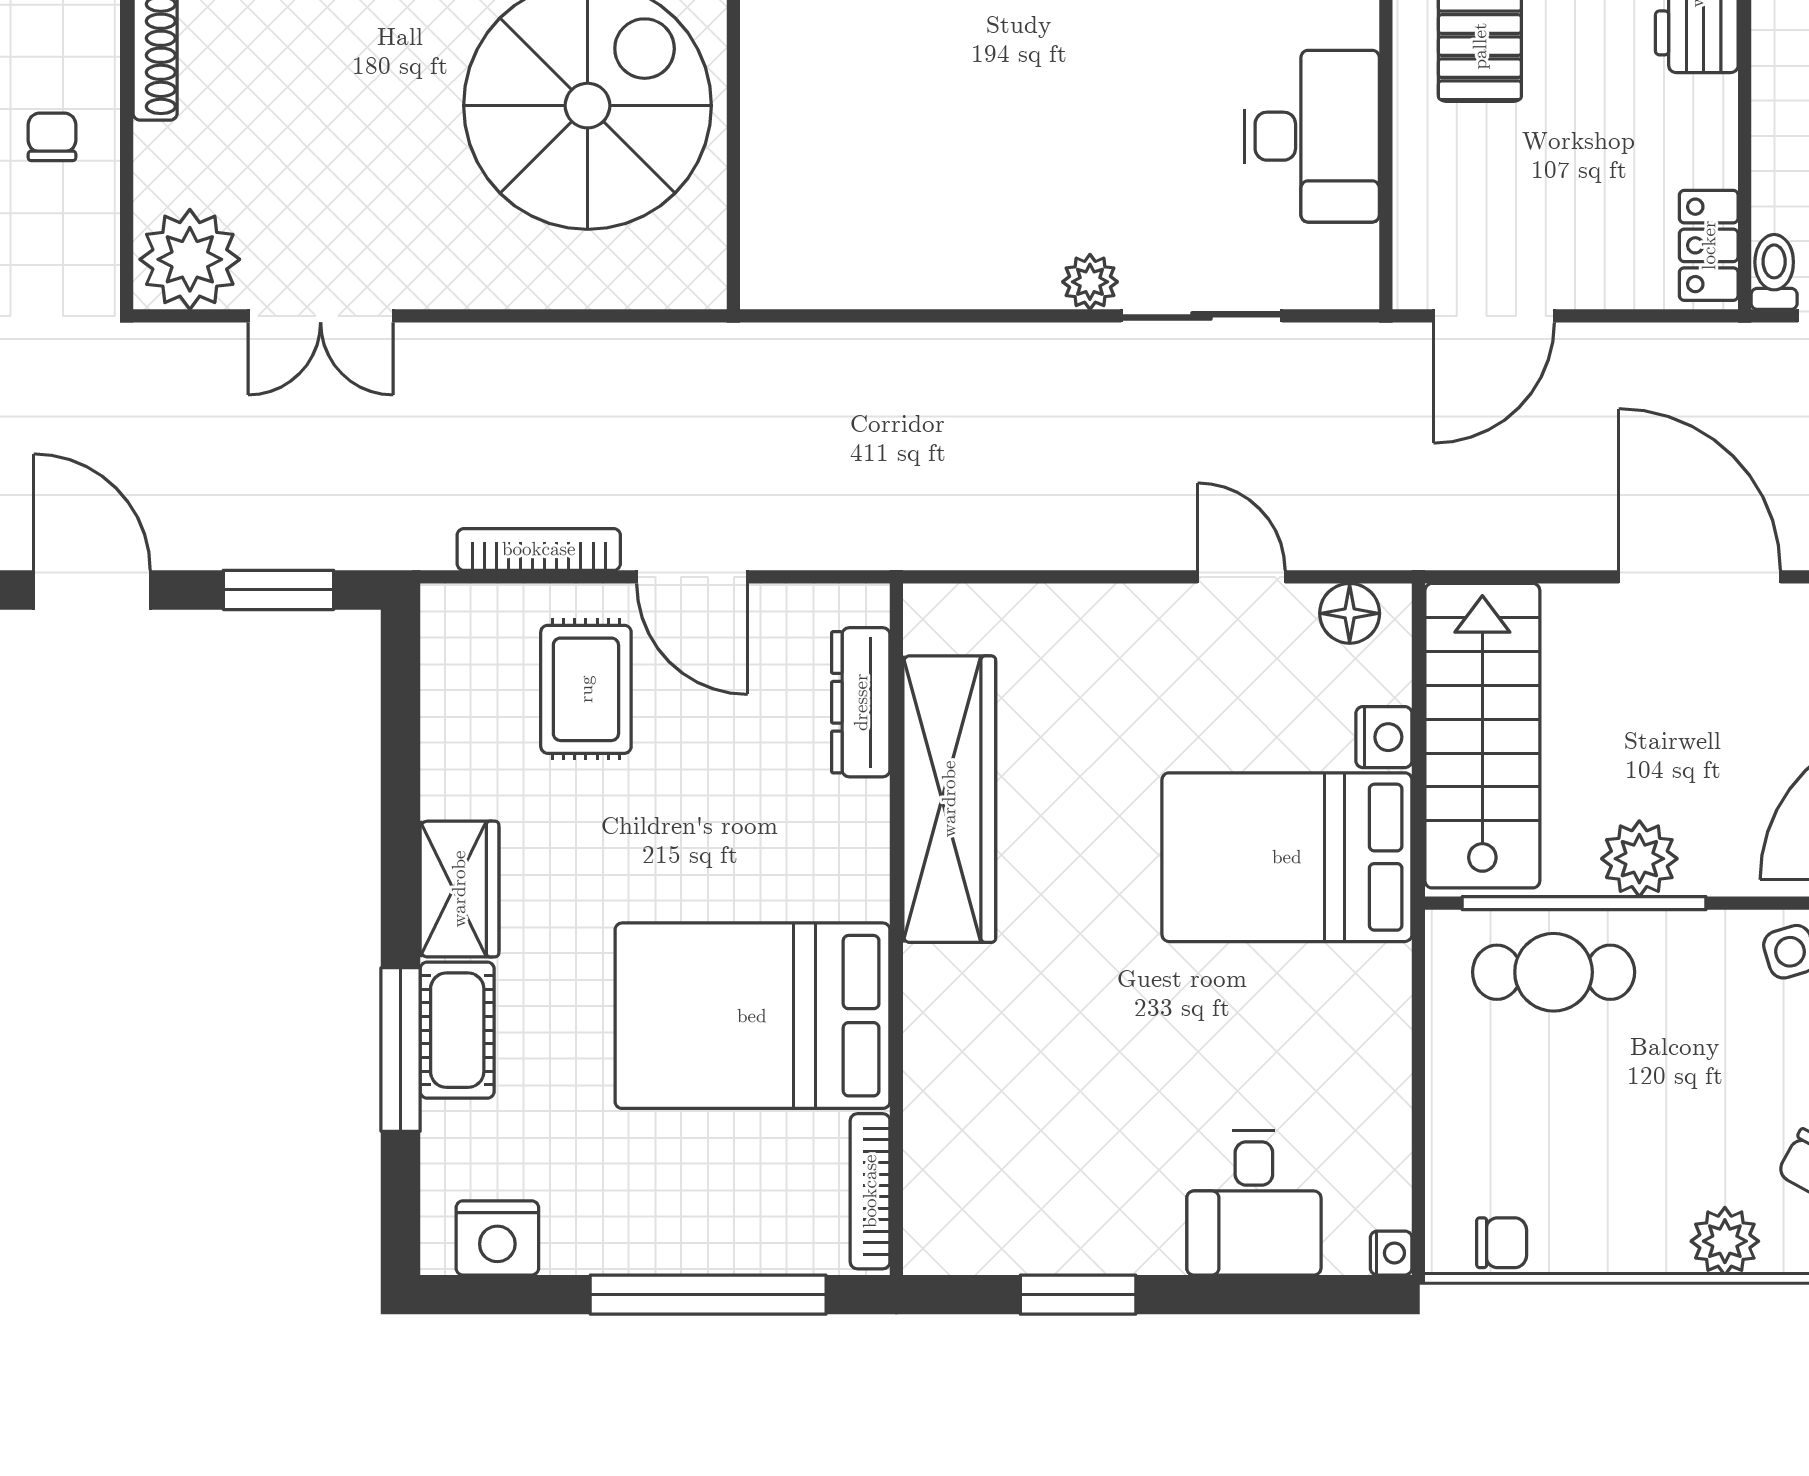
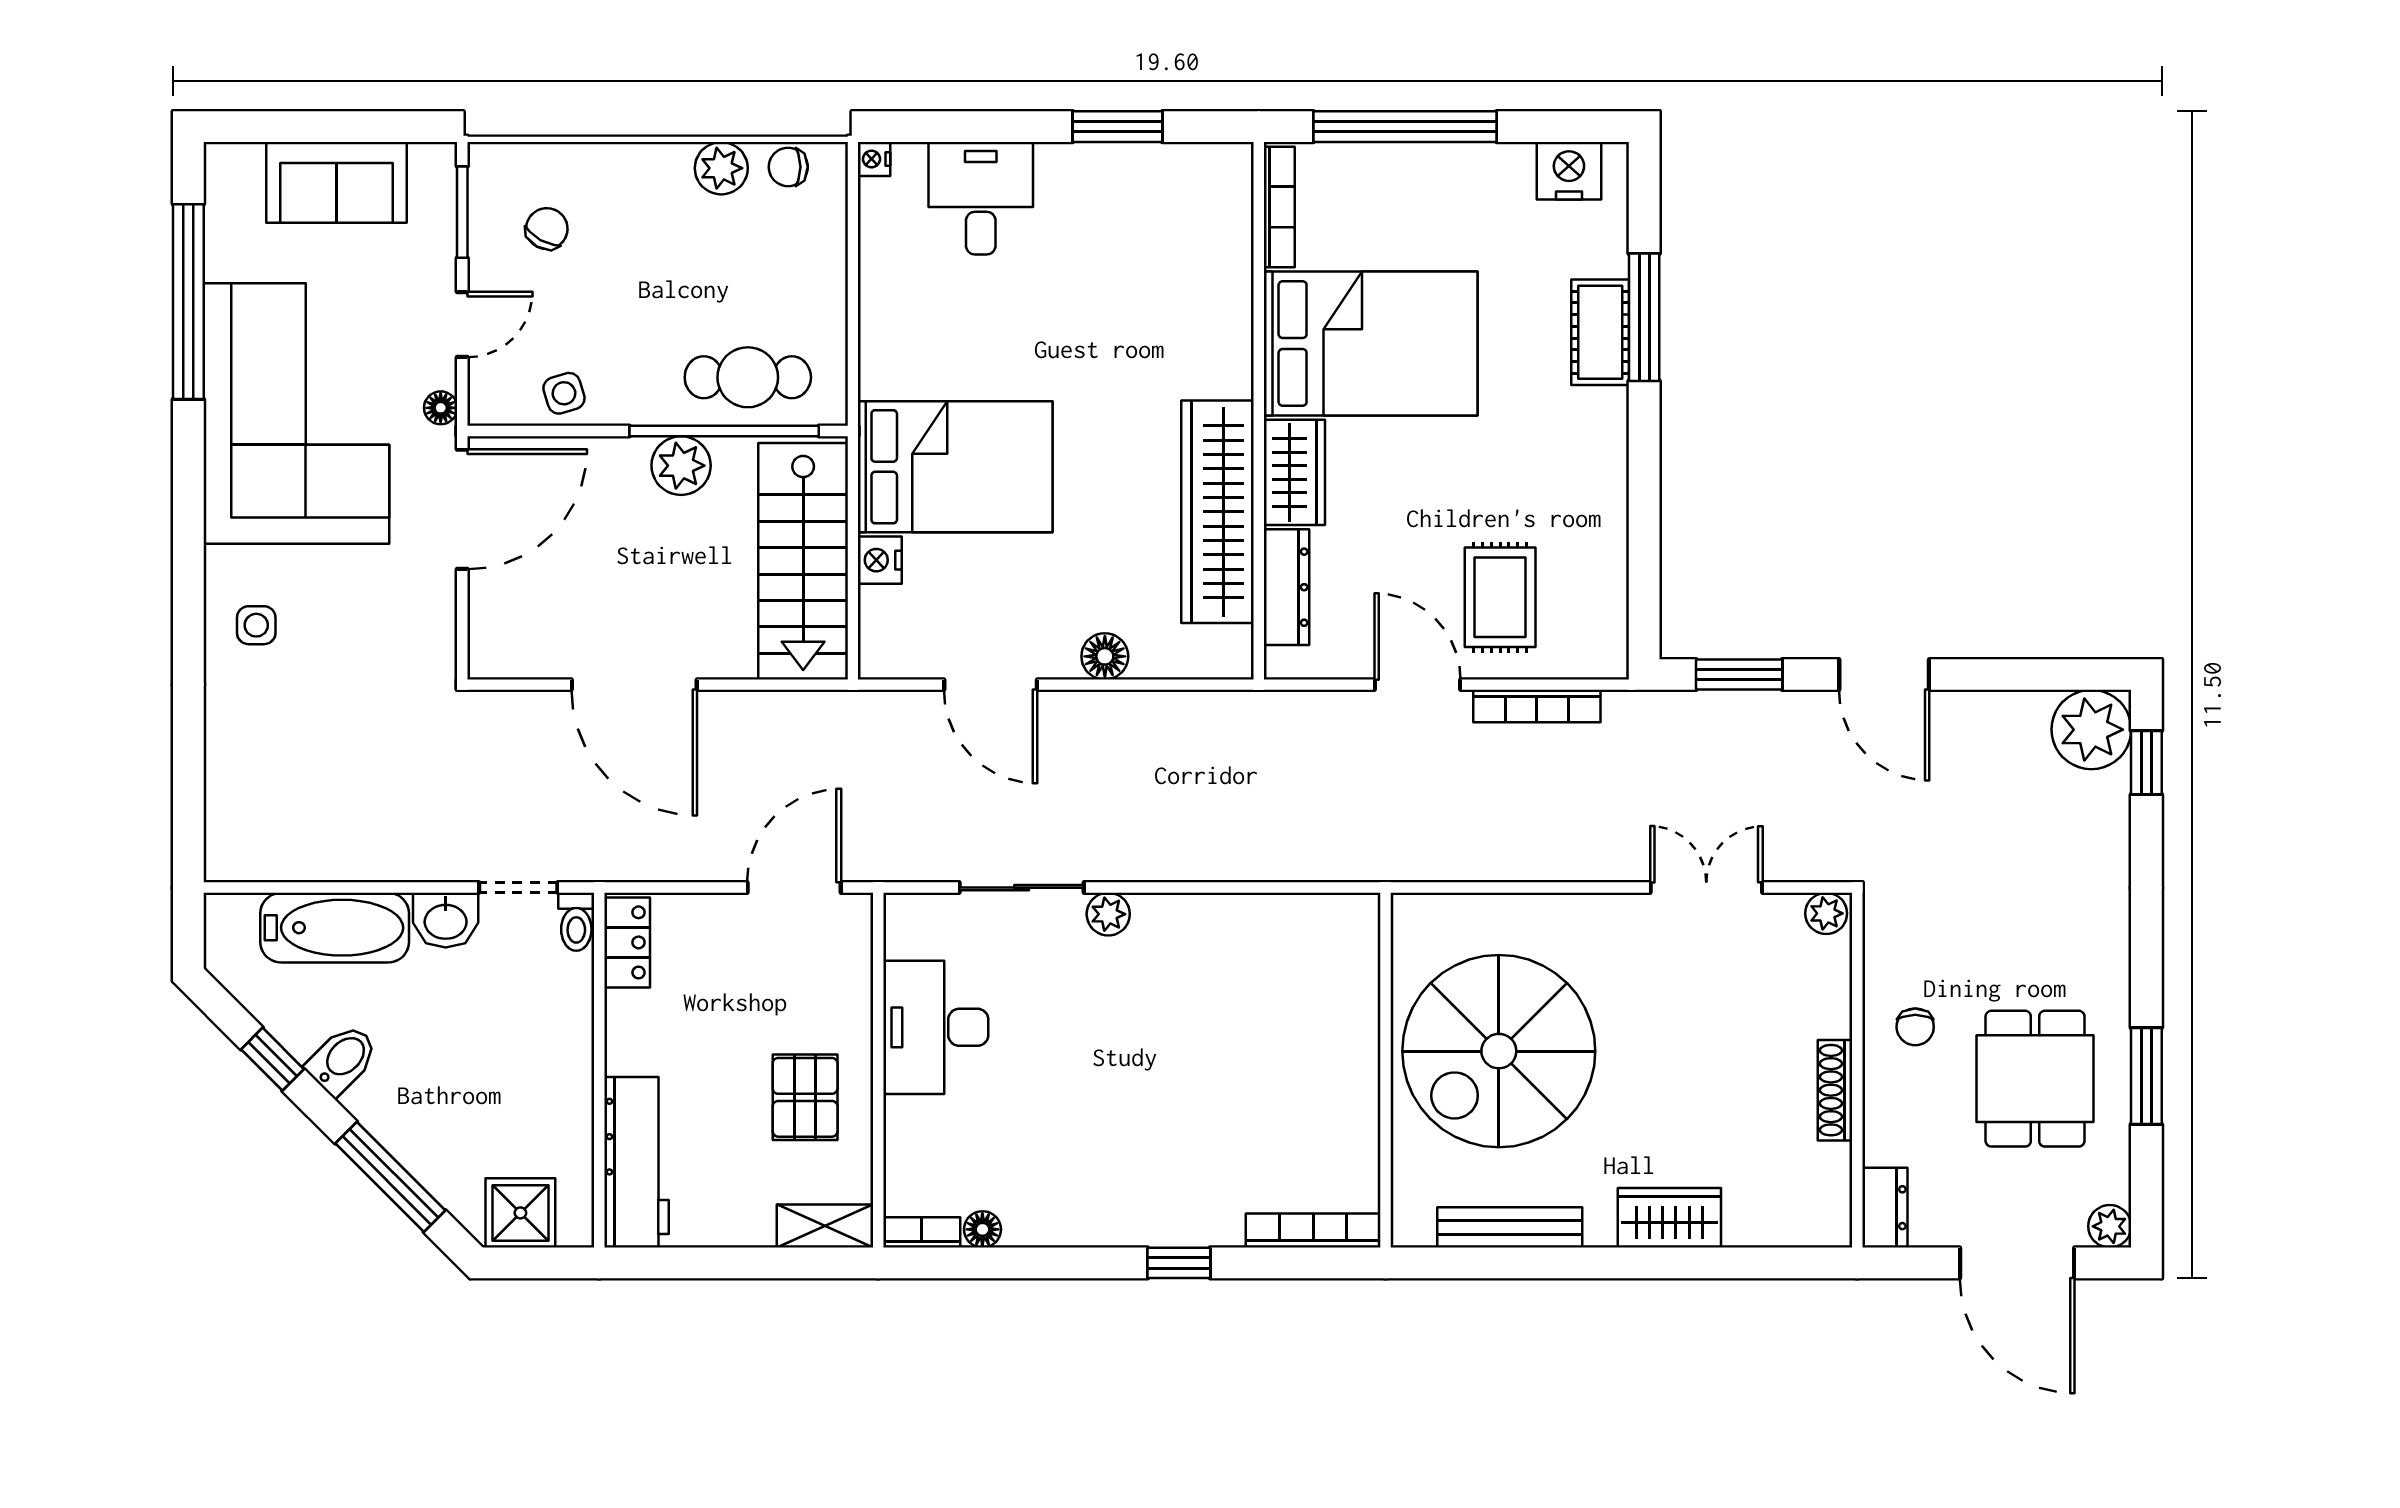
plant: (190, 259) -> (1826, 913), width x0.53, depth x0.53
door: (1241, 577) -> (991, 685), width x1.38
floor lamp: (1350, 613) -> (1105, 656), moved
wardrobe: (459, 889) -> (1294, 472), moved, turned 180
plant: (1725, 1241) -> (721, 168), moved

